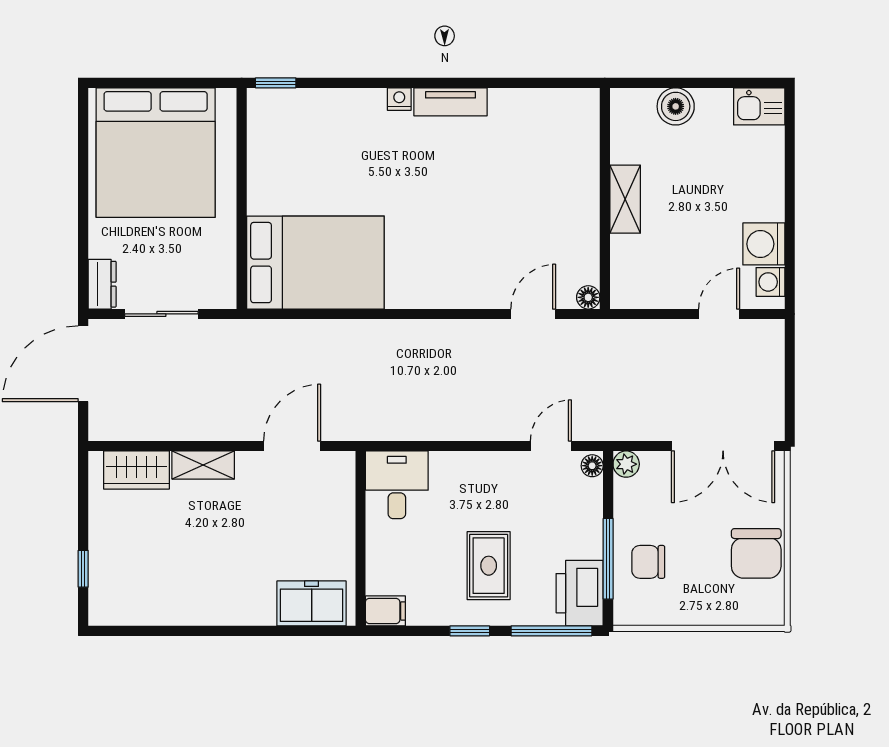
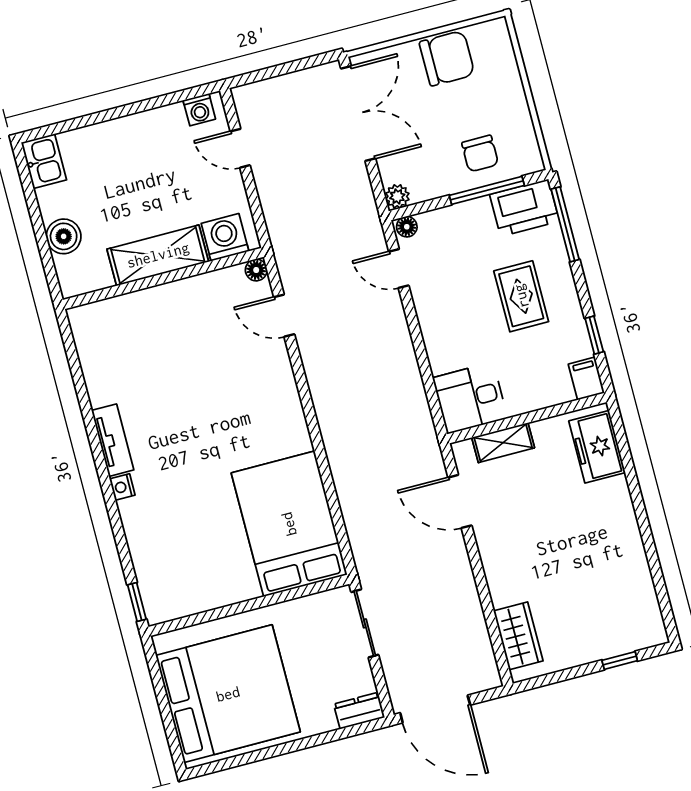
shelving: (625, 199) -> (158, 255), width x1.50, depth x1.33
washing machine: (764, 244) -> (225, 237), moved, turned 180
sliding door: (161, 314) -> (365, 623), moved
shelving: (203, 465) -> (503, 443), moved, turned 90
rug: (489, 566) -> (521, 296), turned 90
window: (470, 631) -> (594, 335), moved

